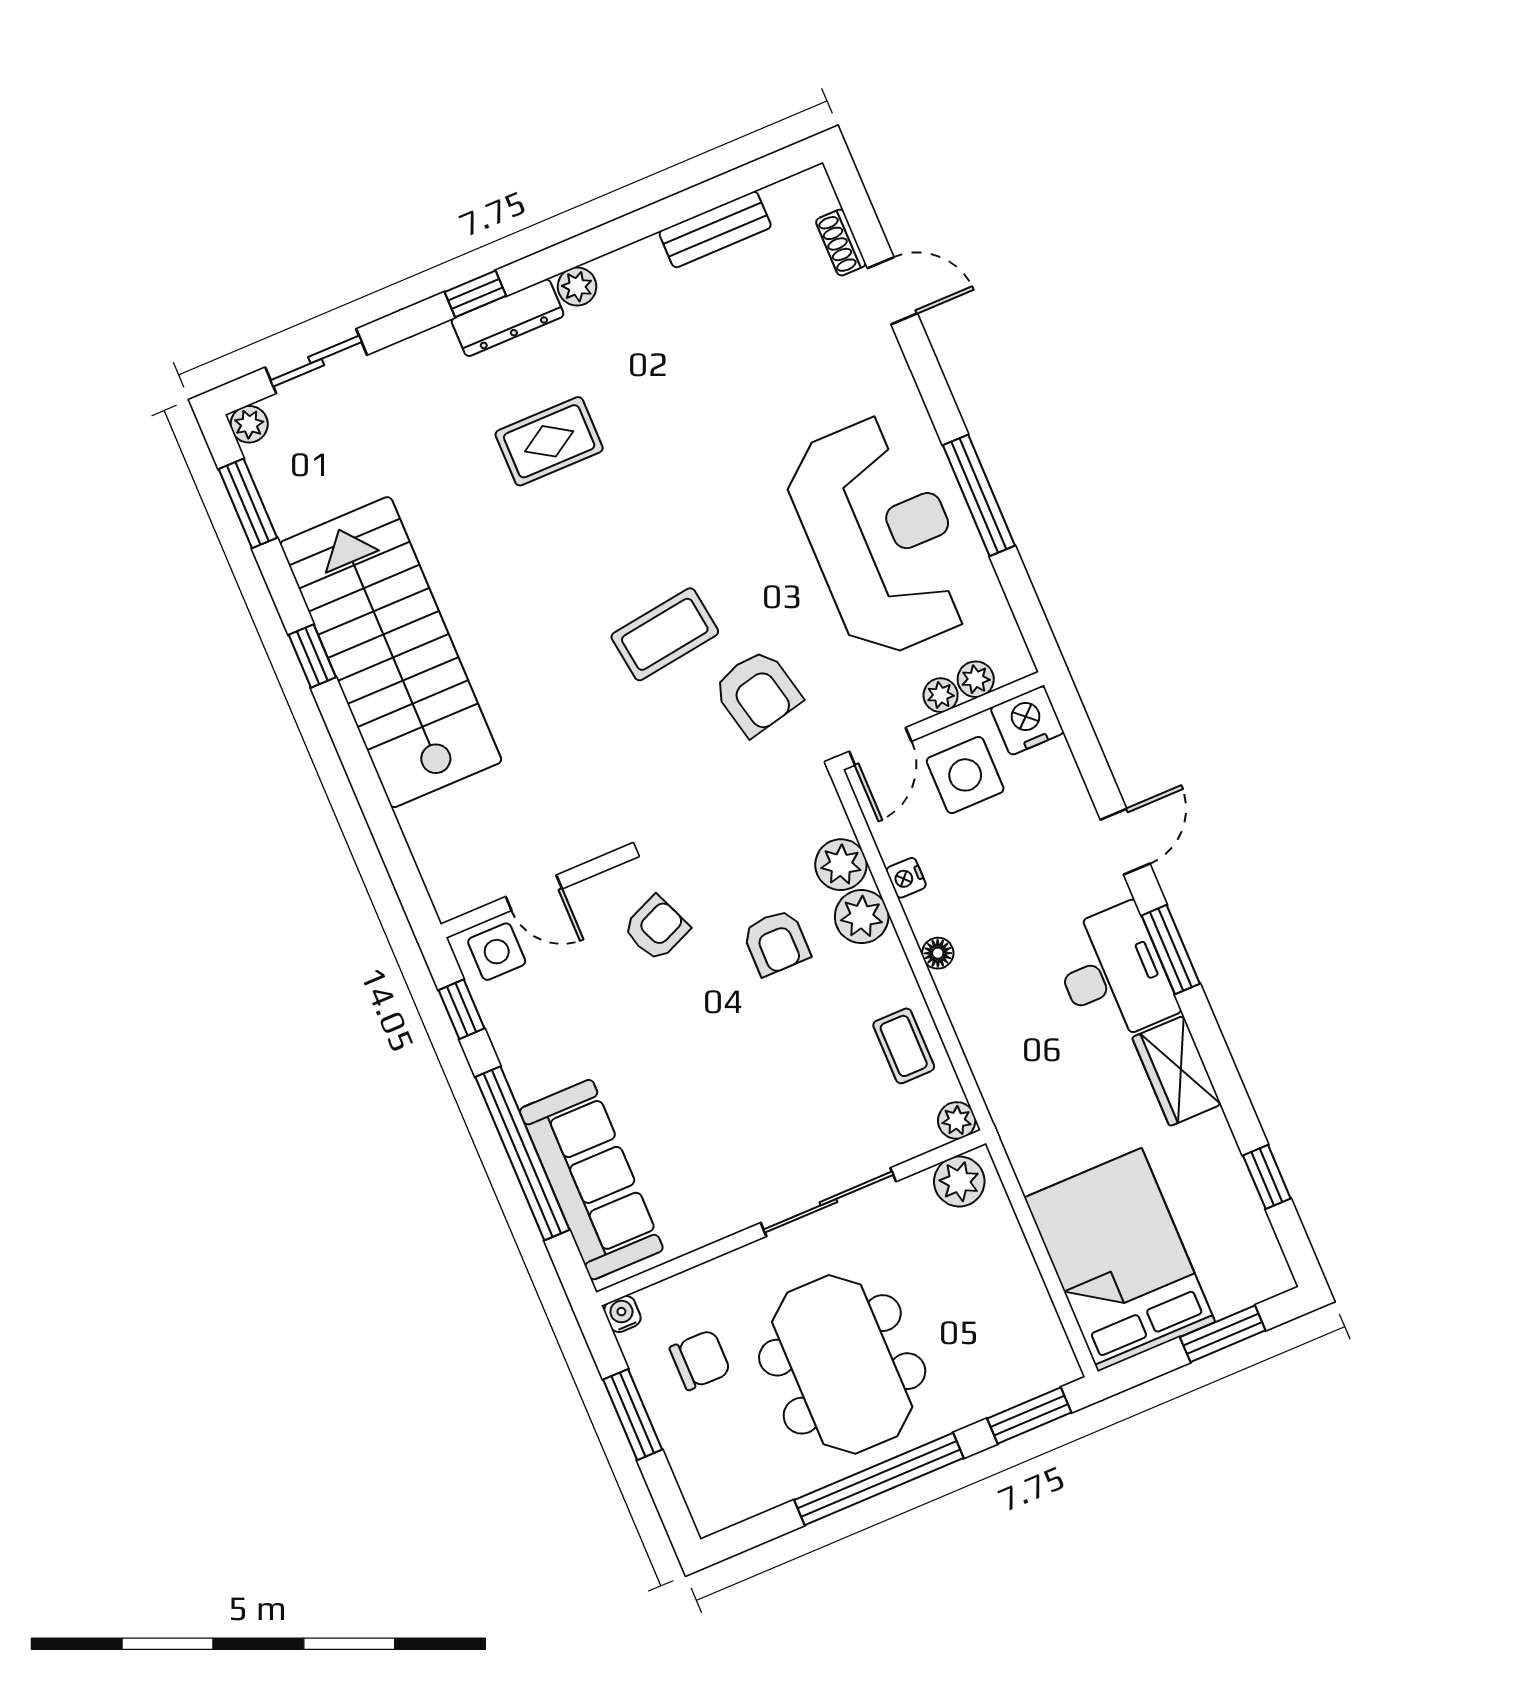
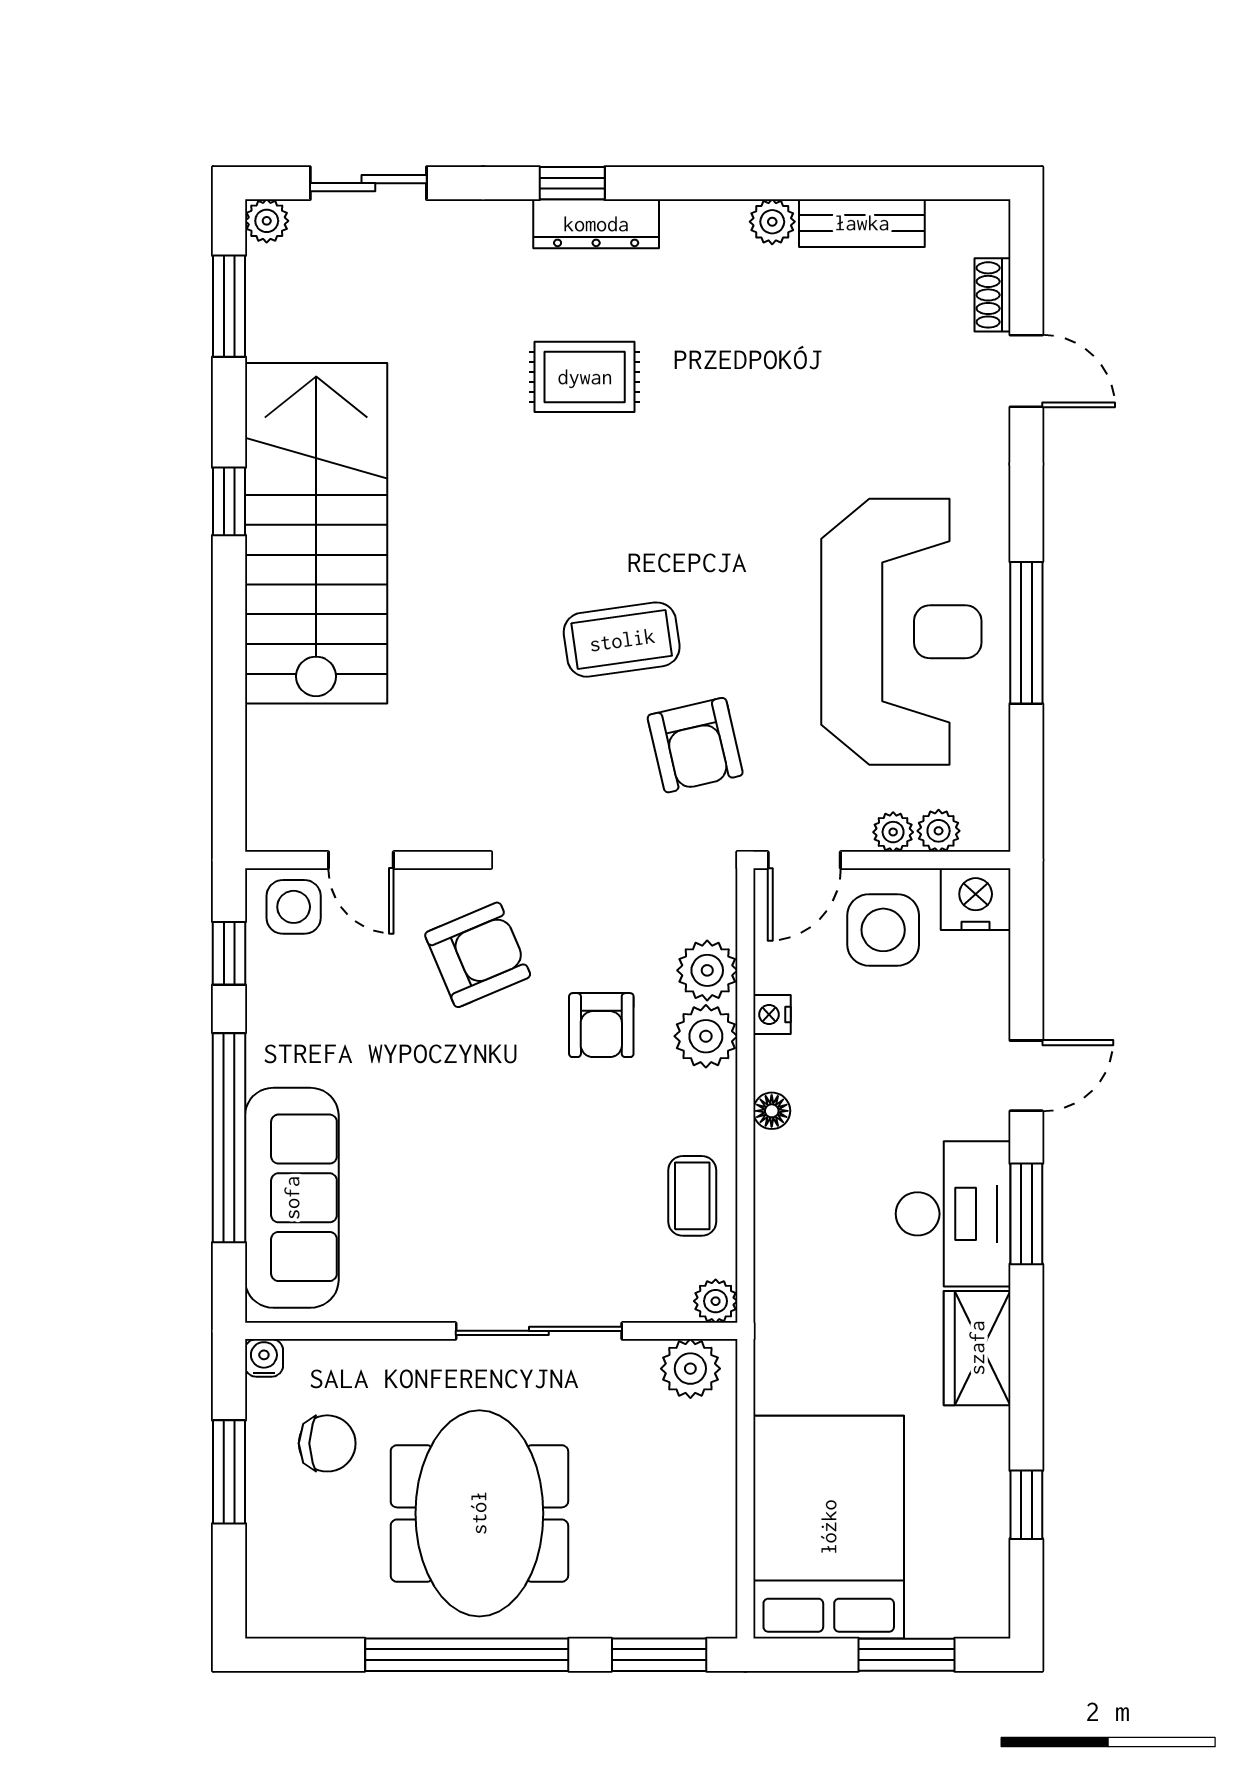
plant: (577, 287) -> (772, 222), moved
armchair: (656, 928) -> (478, 955), width x1.38, depth x1.38

